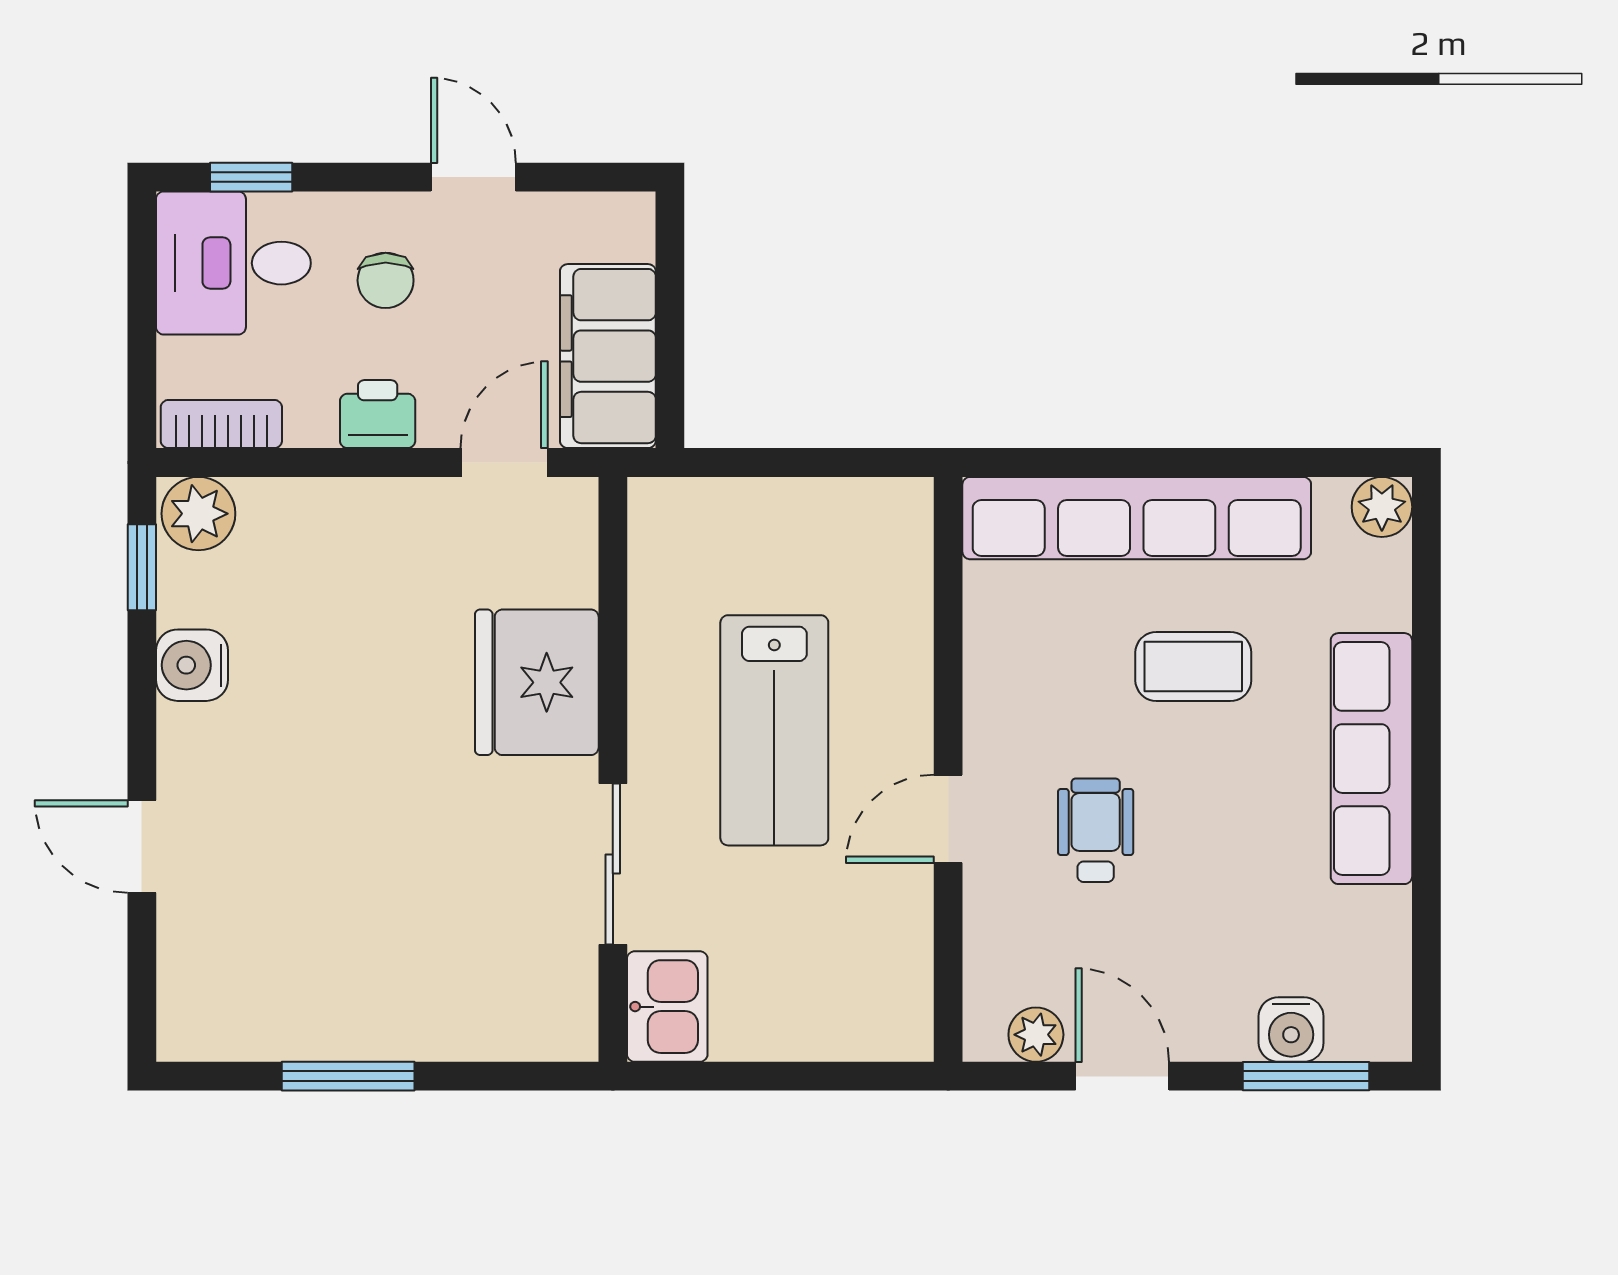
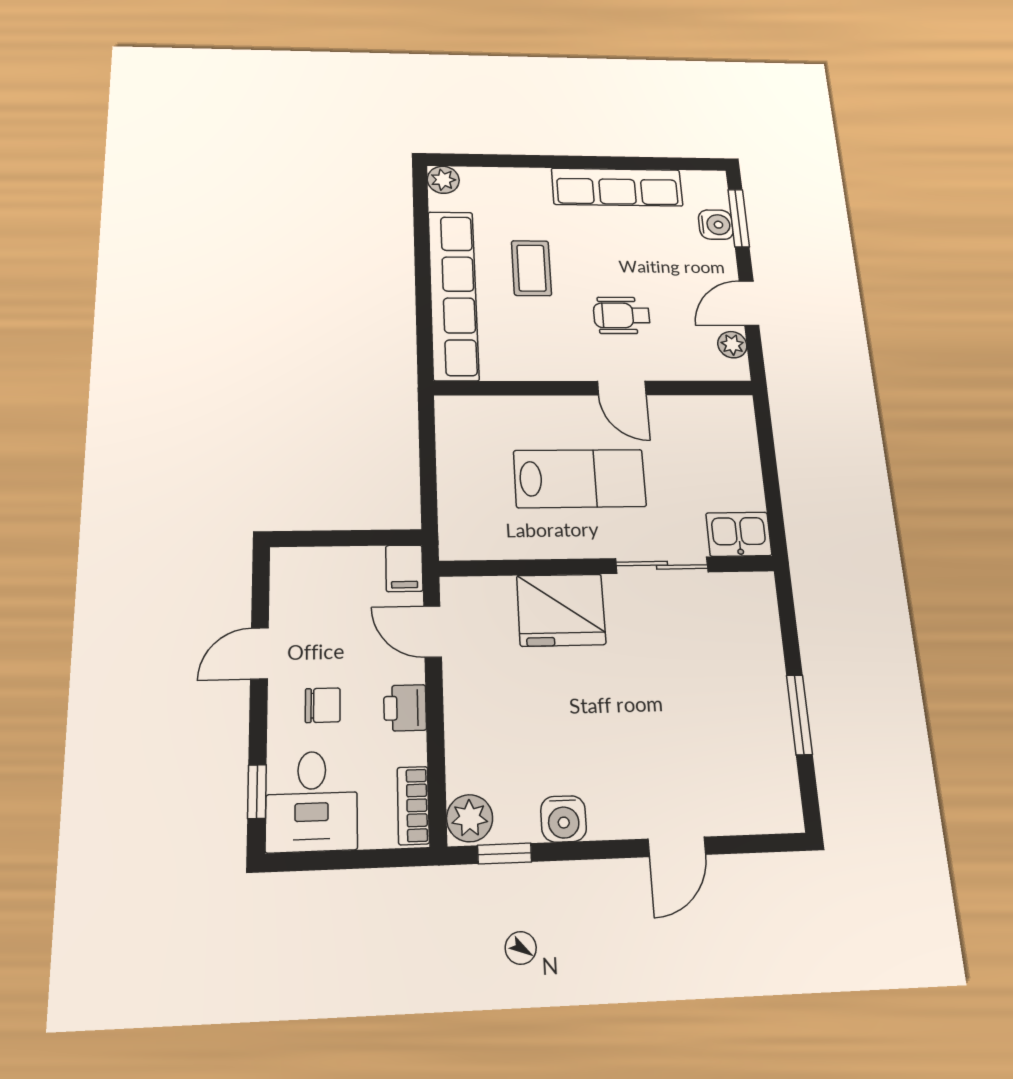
filing cabinet: (608, 356) -> (404, 568), width x0.33, depth x0.86
row of seats: (1371, 759) -> (617, 187), moved

